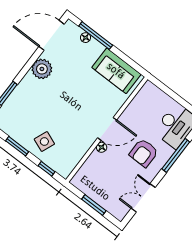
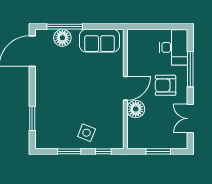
floor lamp: (86, 38) -> (62, 38), width x1.89, depth x1.89
plant: (42, 69) -> (44, 81), removed
floor lamp: (102, 147) -> (136, 109), width x1.89, depth x1.89
armchair: (144, 153) -> (165, 85), turned 90

